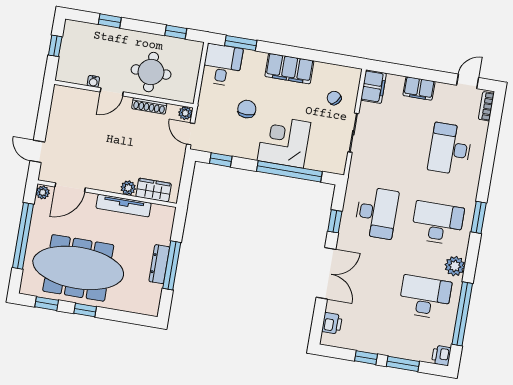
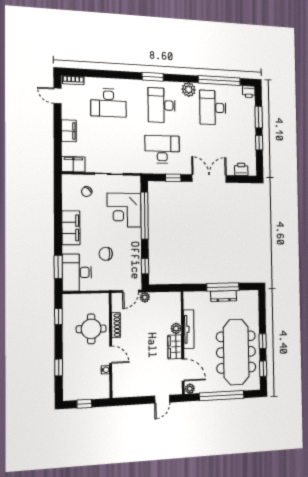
desk: (222, 65) -> (77, 272), width x1.37
plant: (185, 113) -> (145, 297), moved
corner desk: (284, 141) -> (124, 210), moved
wardrobe: (154, 190) -> (175, 347), moved

